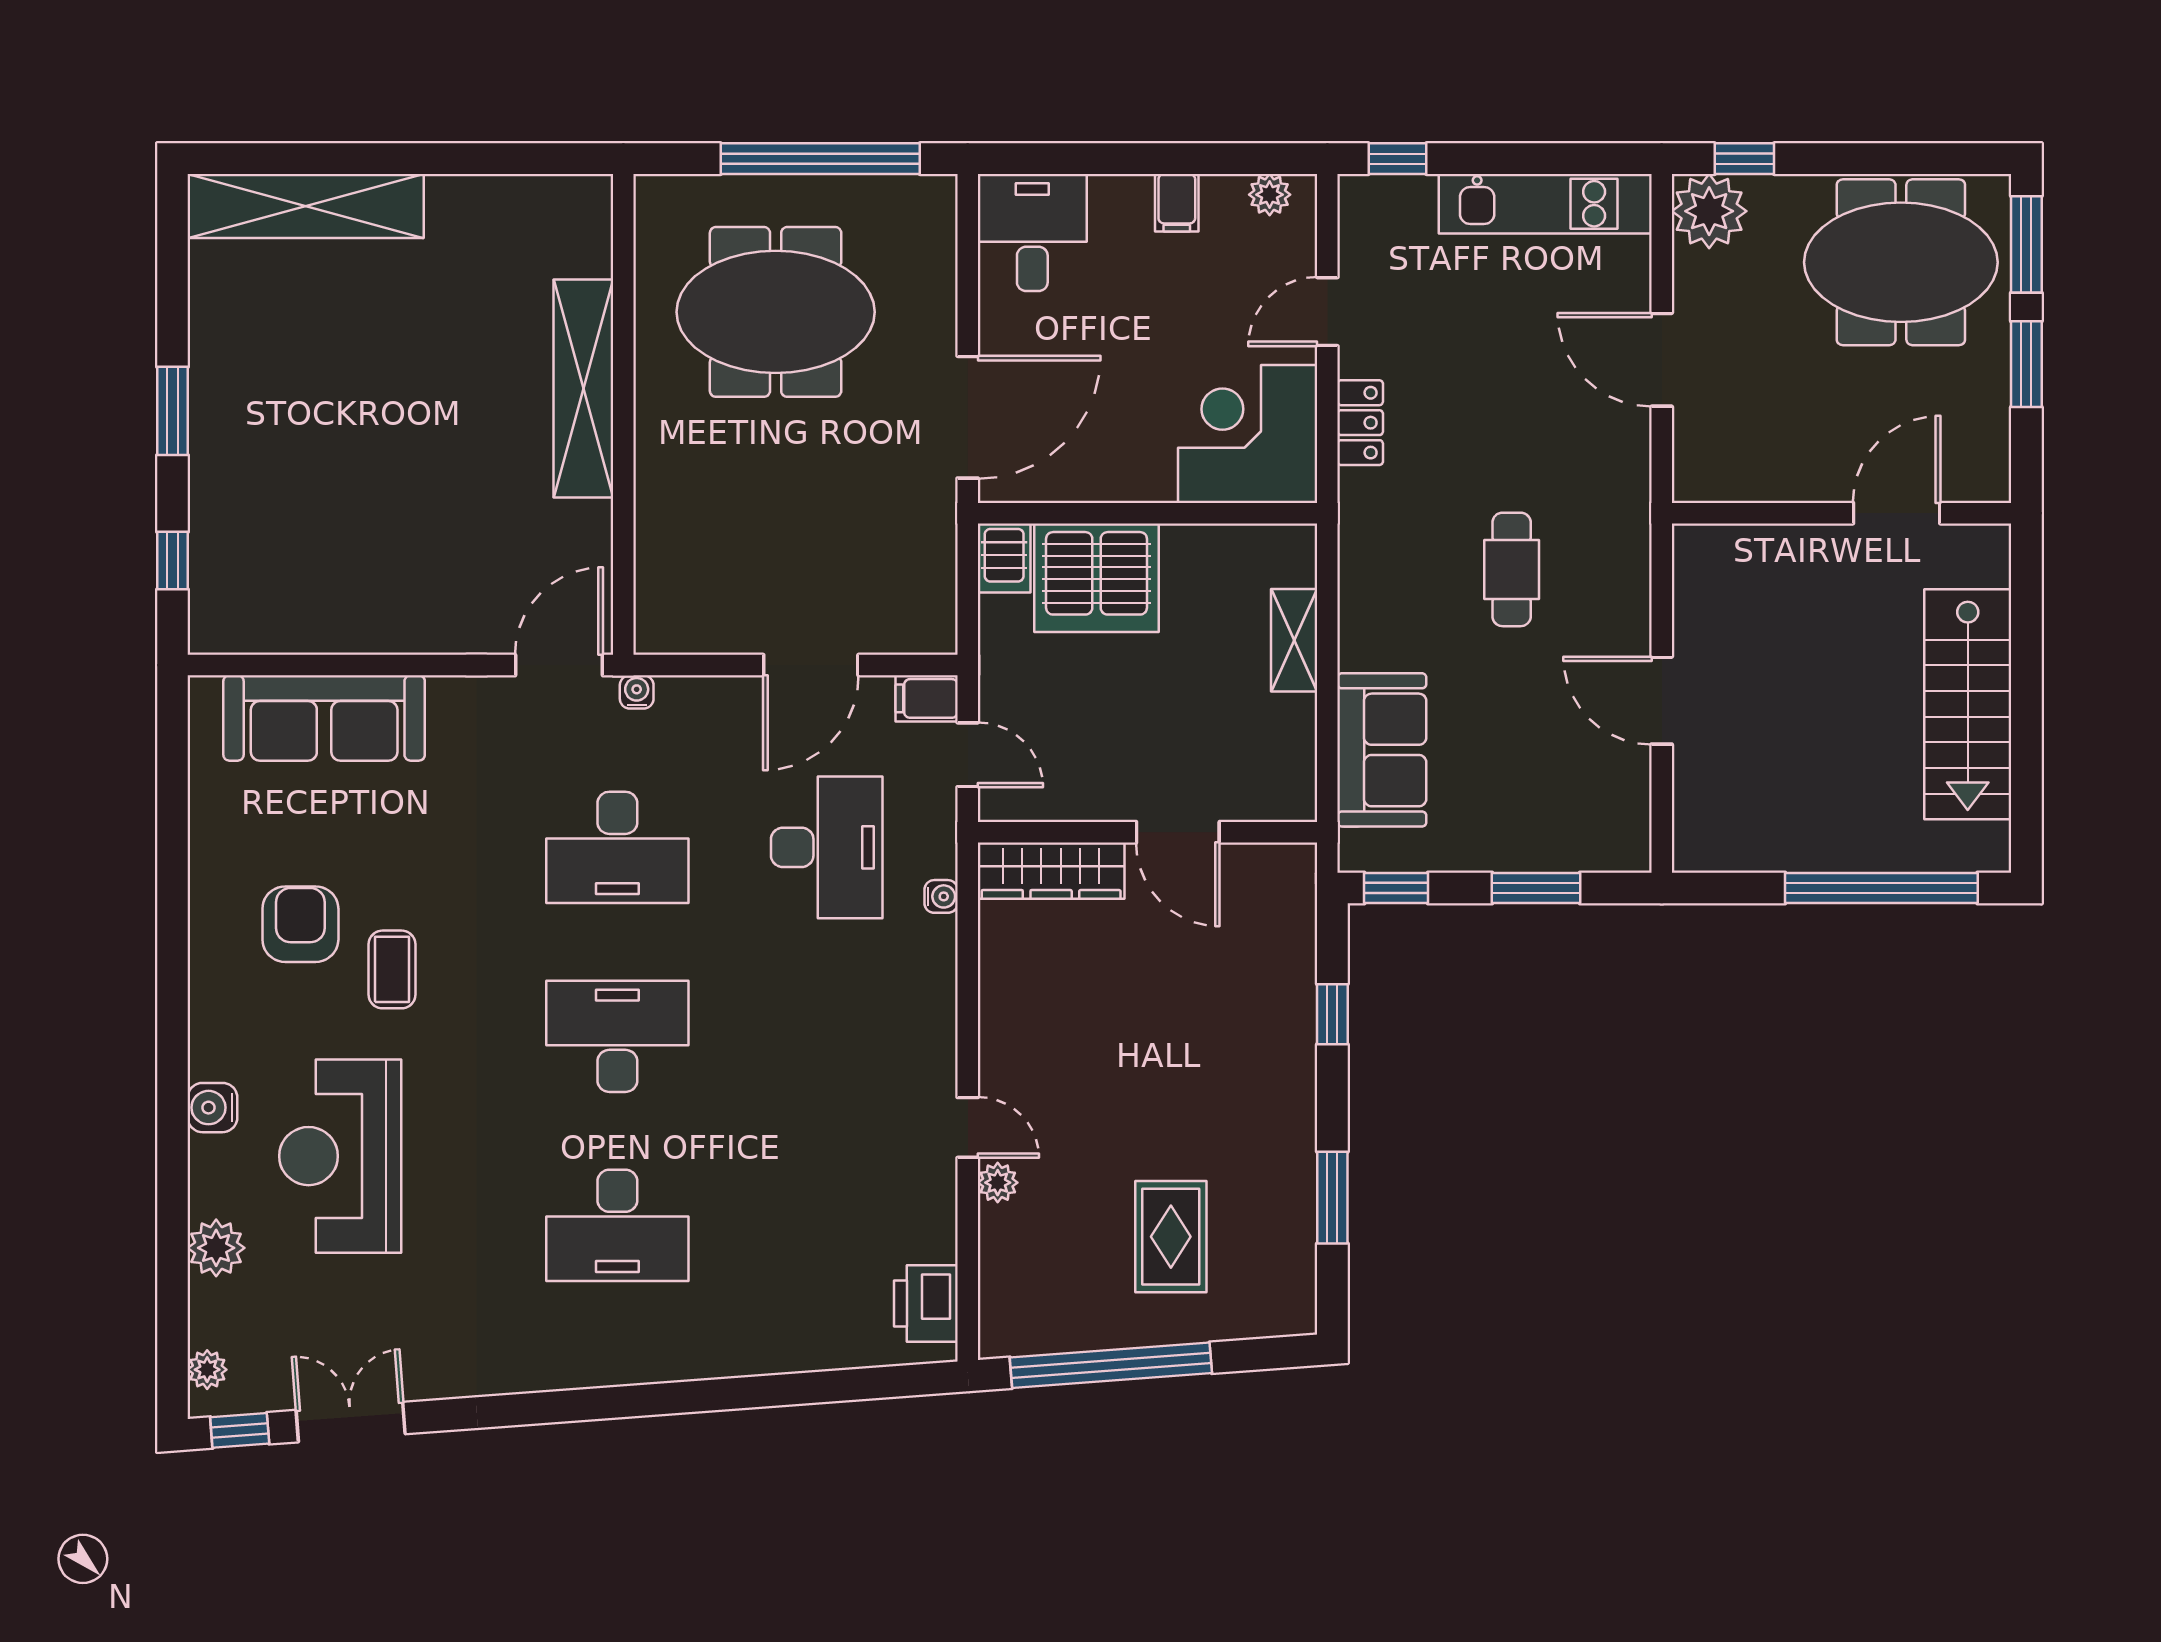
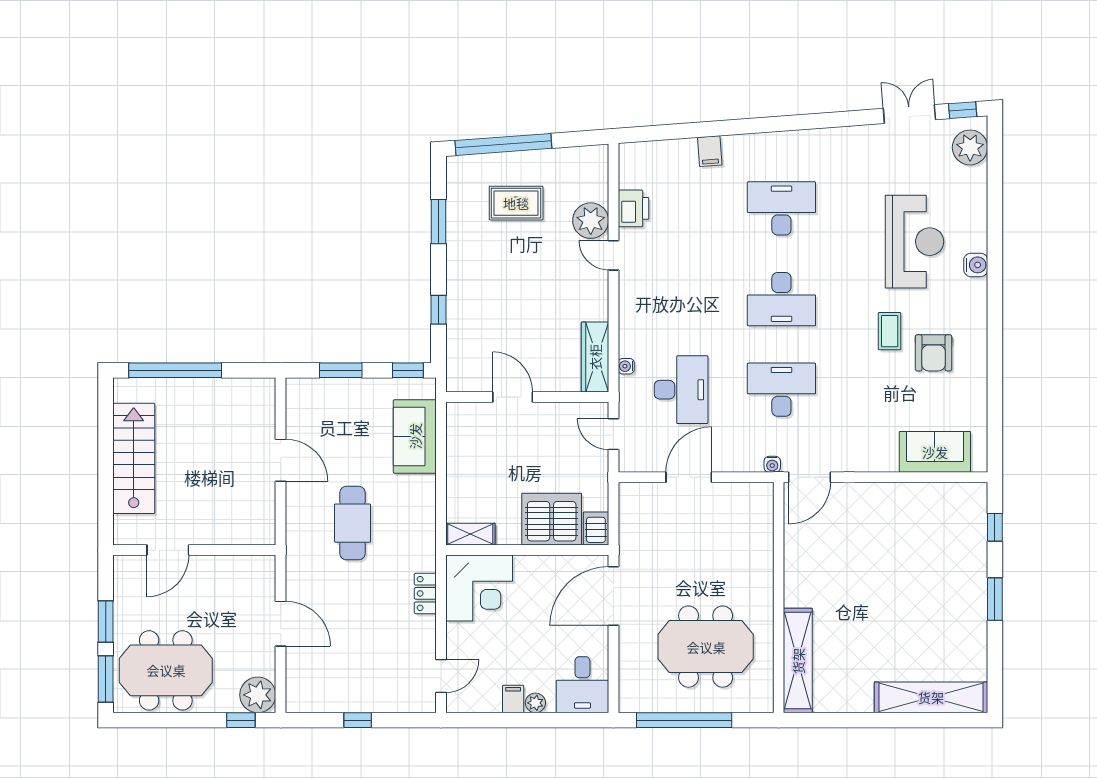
window: (1397, 159) -> (358, 720), moved
plant: (1270, 195) -> (535, 703), moved
kitchen unit: (1545, 204) -> (336, 698), removed
door: (1327, 312) -> (441, 676), moved
shelving: (583, 389) -> (798, 661), moved
cafe table: (1512, 569) -> (353, 523), width x1.37, depth x1.35
shelving: (1294, 640) -> (470, 534), moved, turned 90
filing cabinet: (927, 698) -> (710, 151), moved, turned 86
sofa: (324, 718) -> (935, 452), width x0.73
desk: (827, 847) -> (681, 390), turned 180
wardrobe: (1051, 871) -> (595, 357), moved, turned -90
plant: (998, 1183) -> (591, 221), width x1.87, depth x1.87
rug: (1171, 1237) -> (516, 203), turned 90
plant: (216, 1248) -> (974, 198), removed
printer: (926, 1303) -> (634, 208), moved
window: (1111, 1365) -> (503, 144), moved
plant: (207, 1370) -> (970, 147), width x1.88, depth x1.88
double door: (351, 1422) -> (909, 114), swing flipped

